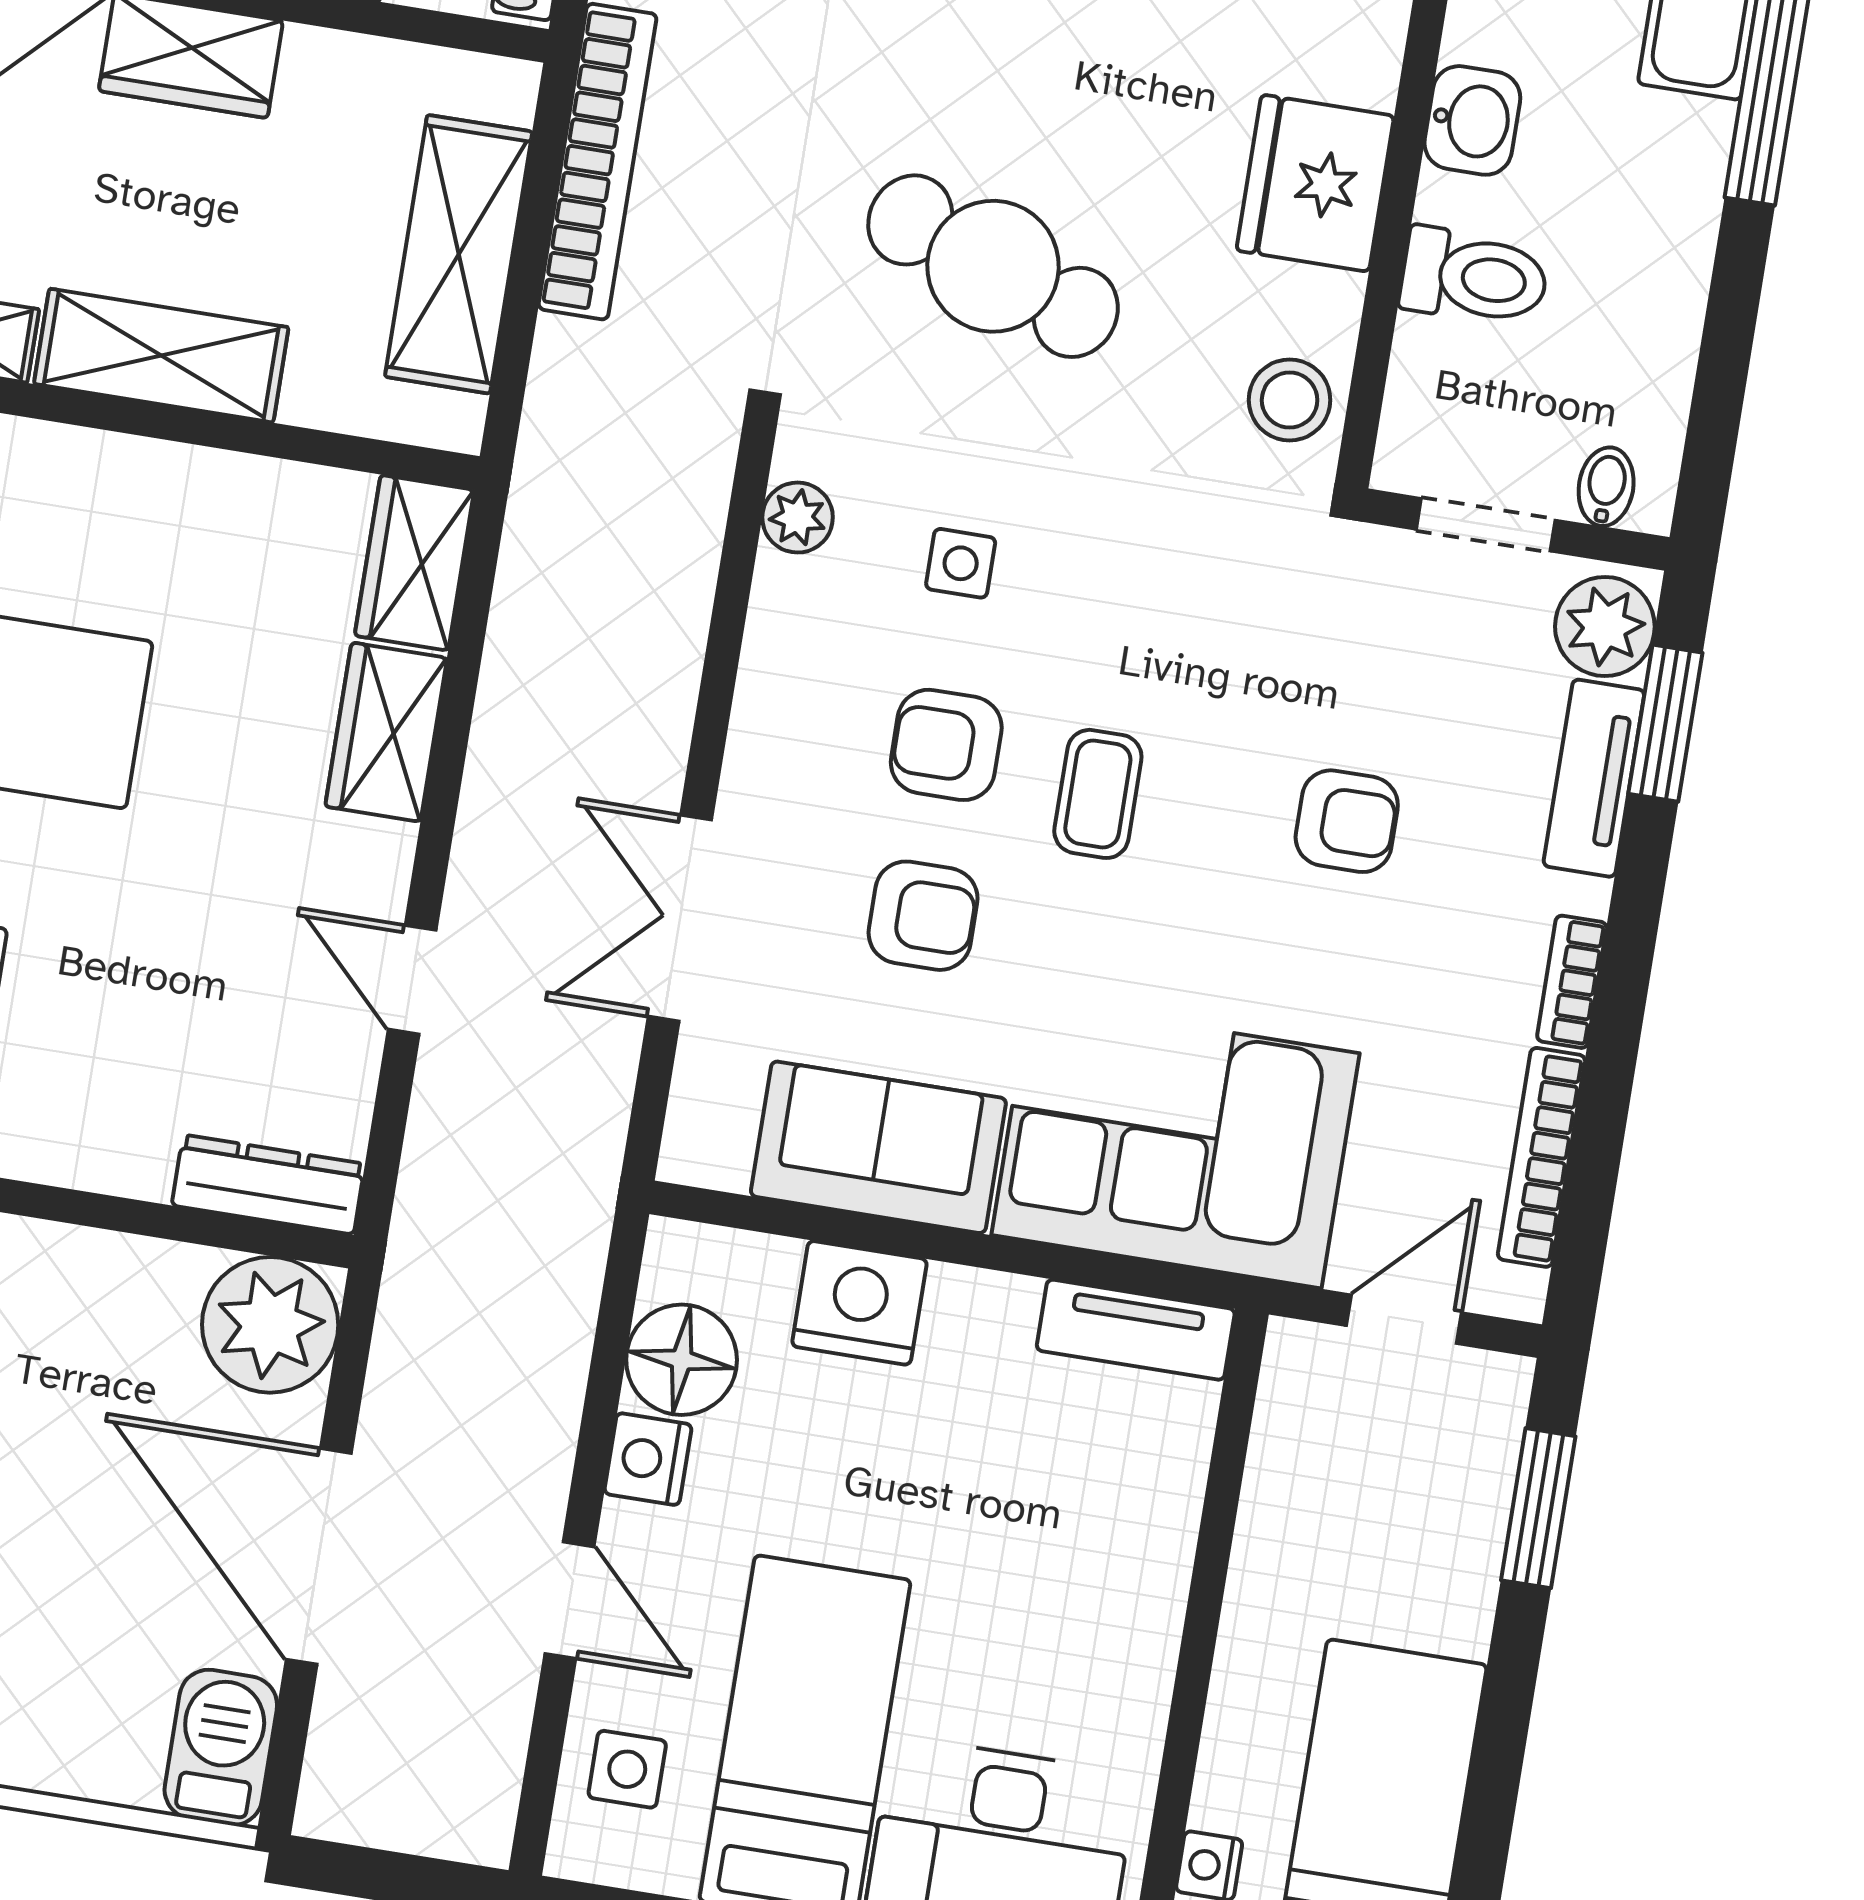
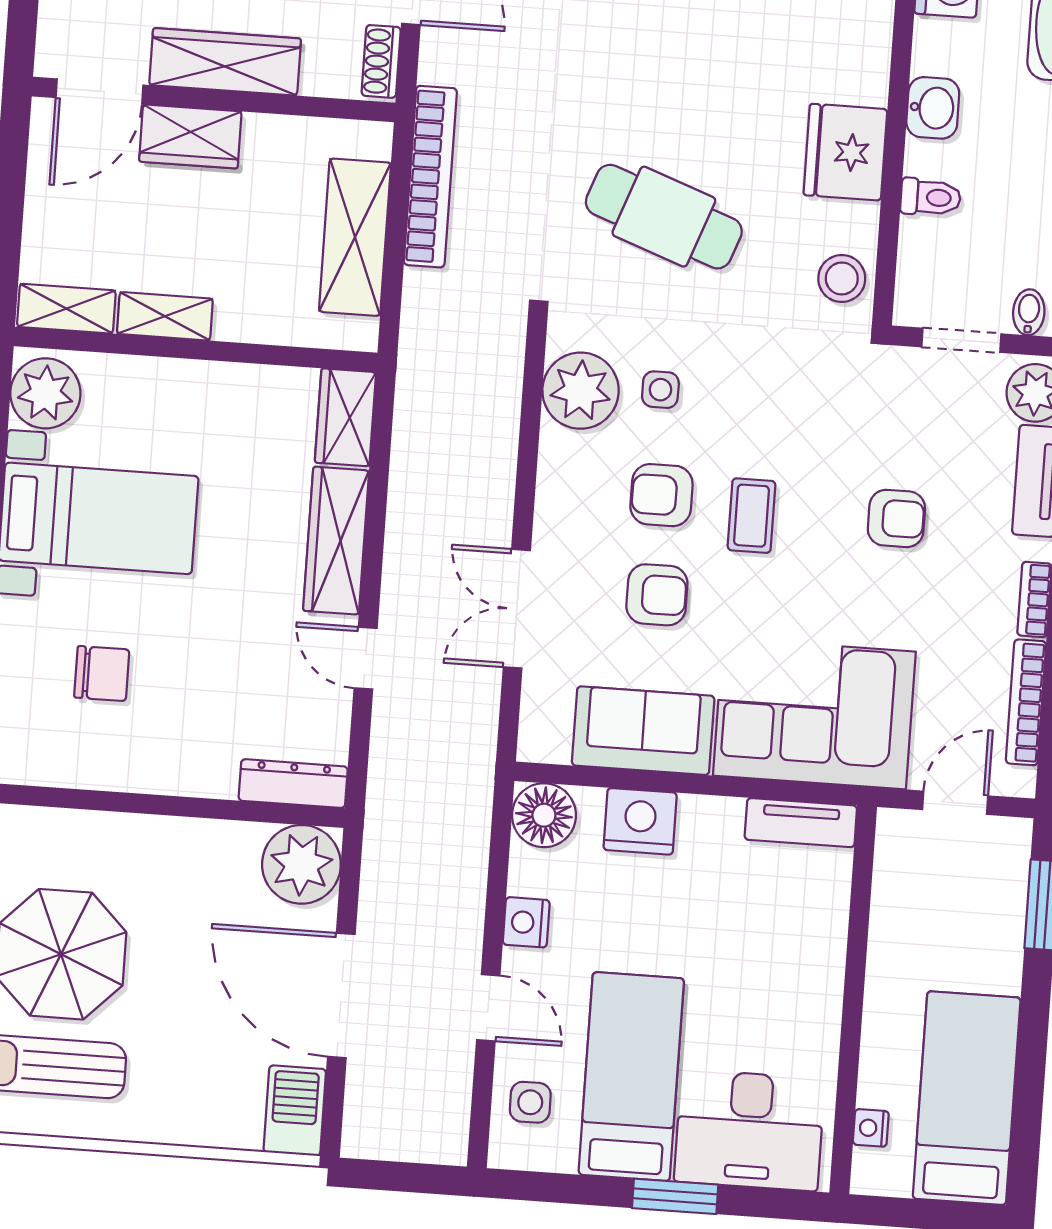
toilet: (1474, 277) -> (931, 197), width x0.73, depth x0.72
shelving: (161, 356) -> (165, 316), width x0.67, depth x0.75
plant: (798, 518) -> (581, 391), width x1.87, depth x1.87
wardrobe: (386, 732) -> (336, 541), width x1.50
floor lamp: (682, 1360) -> (544, 815), moved

